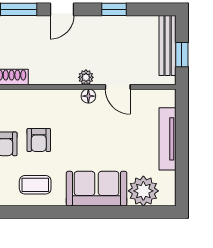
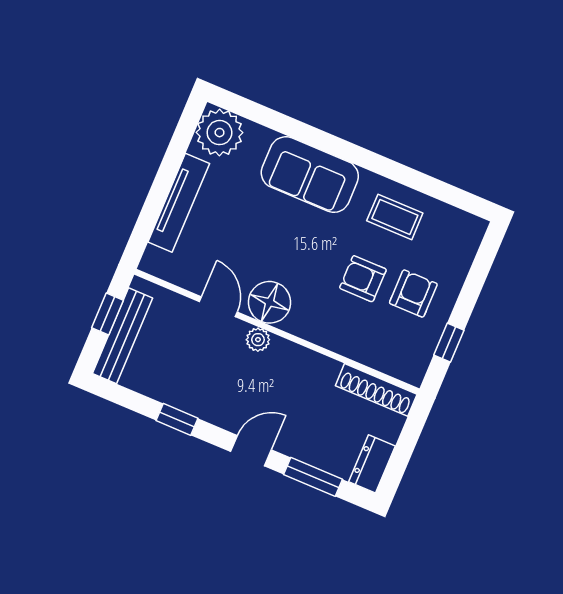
floor lamp: (88, 96) -> (270, 302), width x1.89, depth x1.89
armchair: (39, 140) -> (363, 279), turned -90
plant: (143, 191) -> (220, 133), moved

